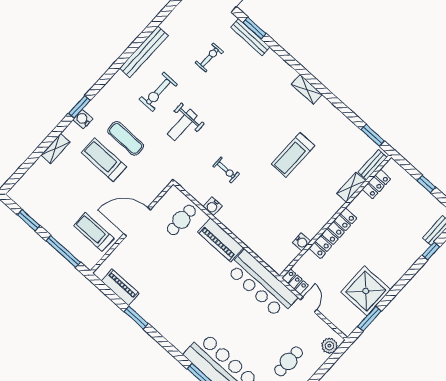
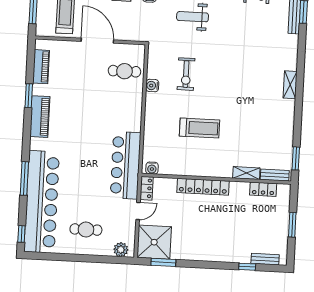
treadmill: (293, 155) -> (199, 128), moved, turned 180
exercise bike: (226, 170) -> (186, 74), width x1.38, depth x1.39
window: (426, 184) -> (292, 225), width x1.50
piano: (221, 240) -> (40, 117), moved, turned 180
water cooler: (302, 242) -> (152, 168), moved
shower: (366, 291) -> (154, 242), moved

